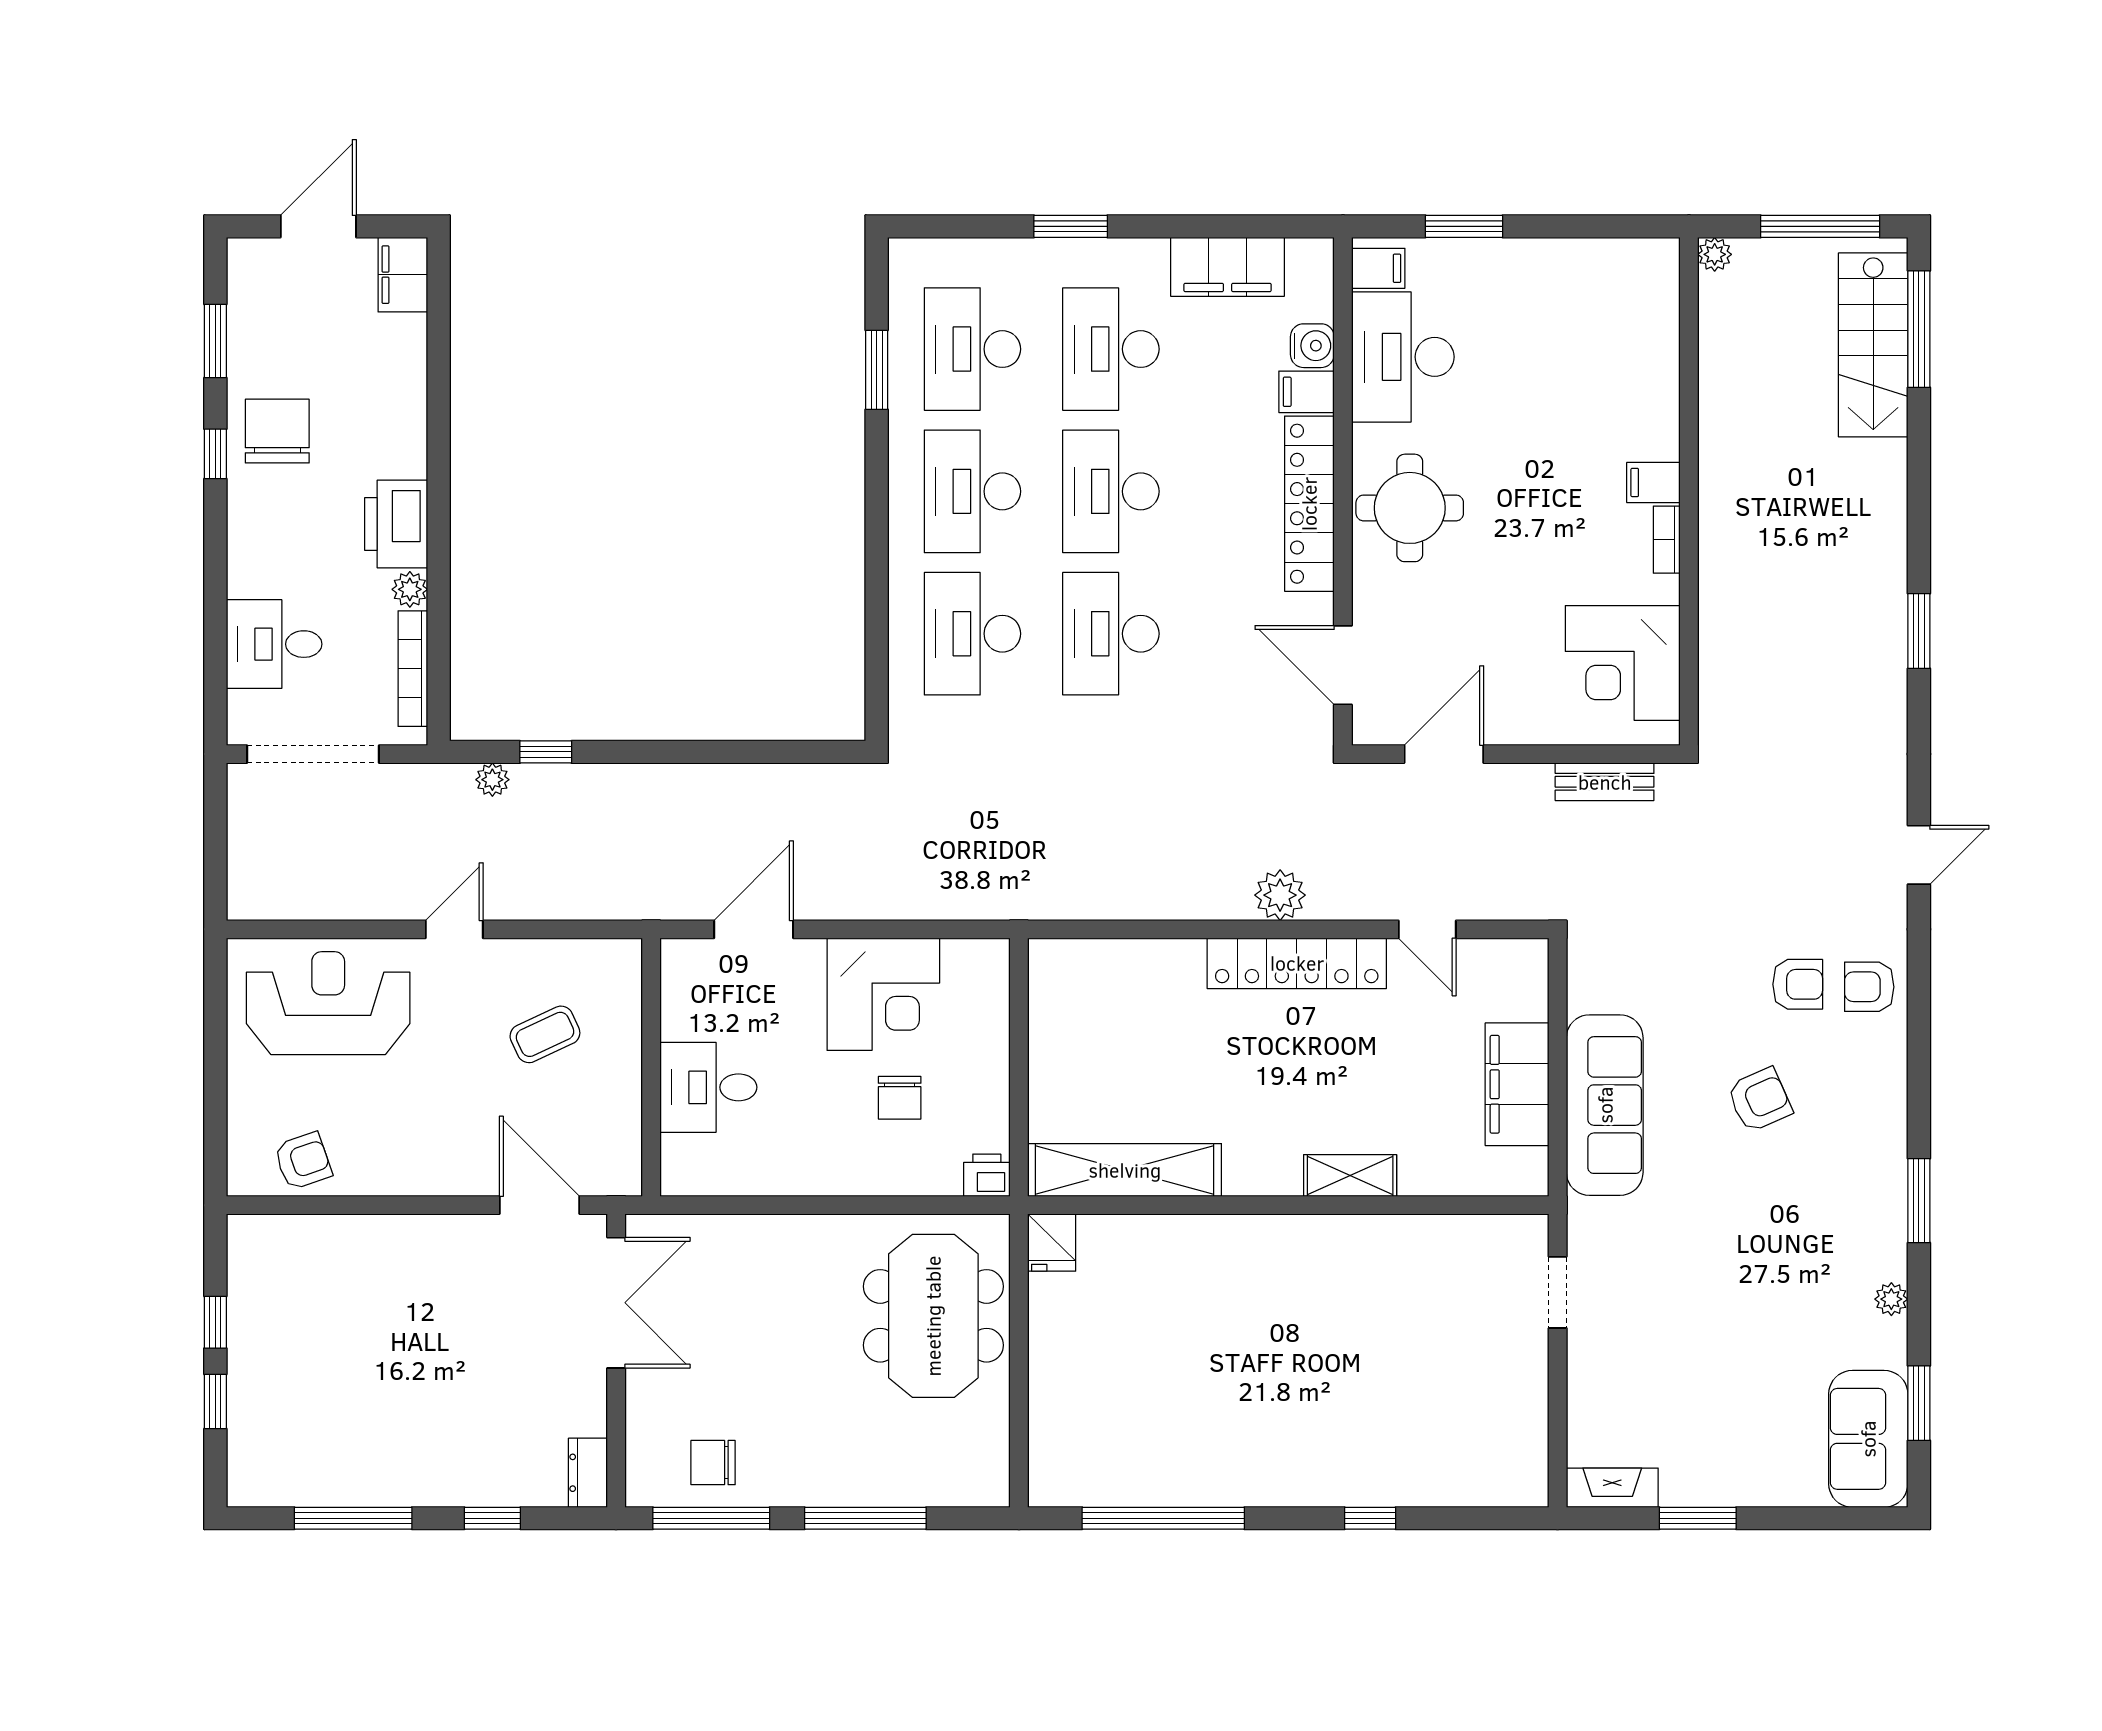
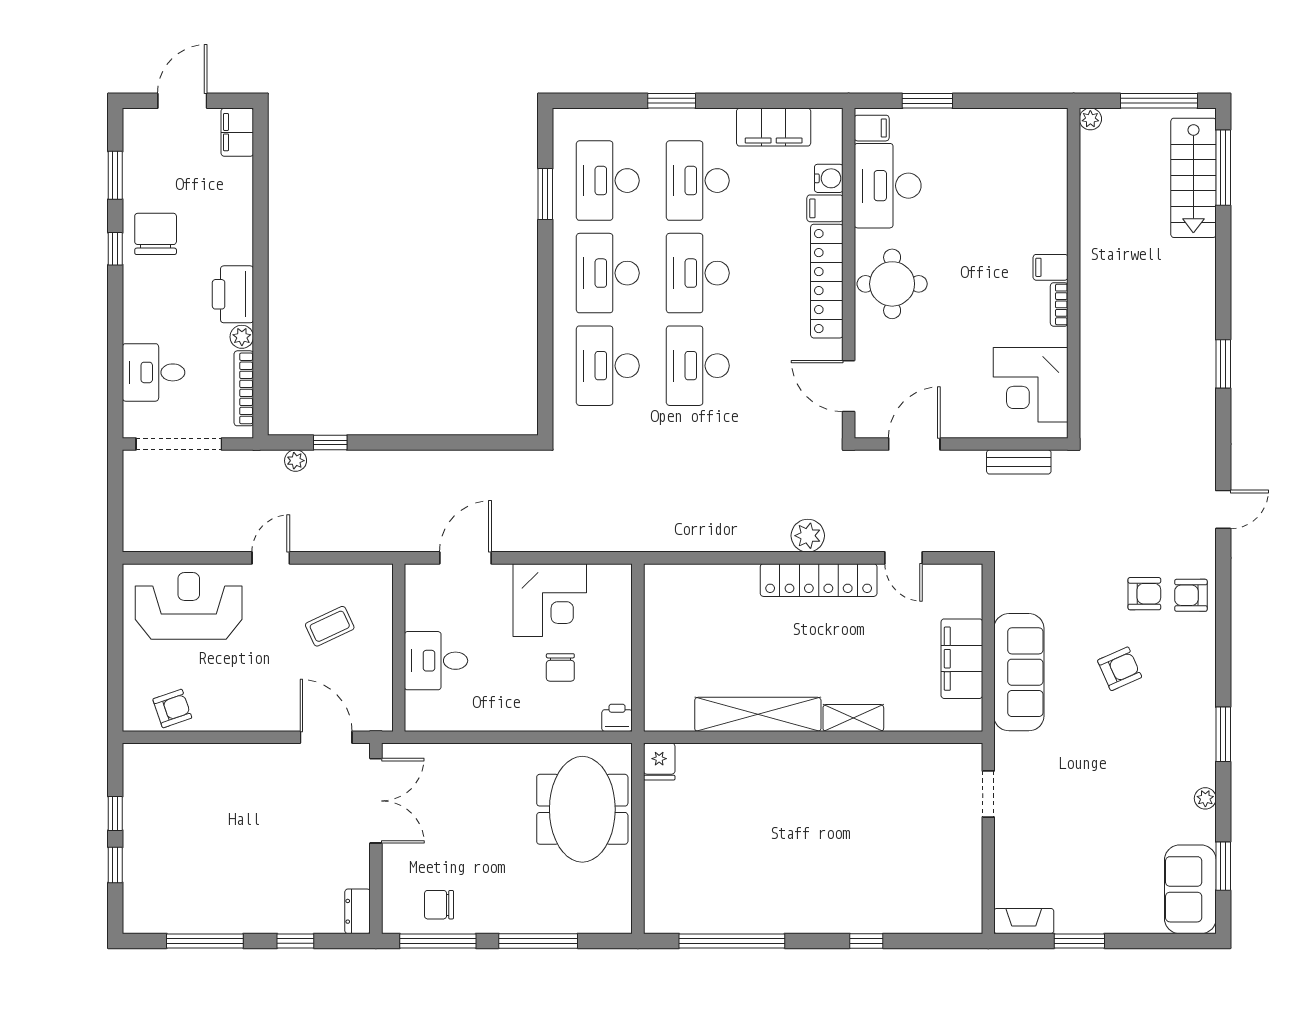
shelving: (1125, 1170) -> (758, 714), moved

